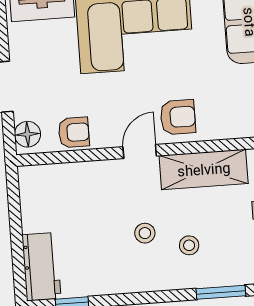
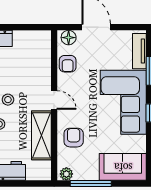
armchair: (178, 117) -> (74, 138), moved, turned 180

